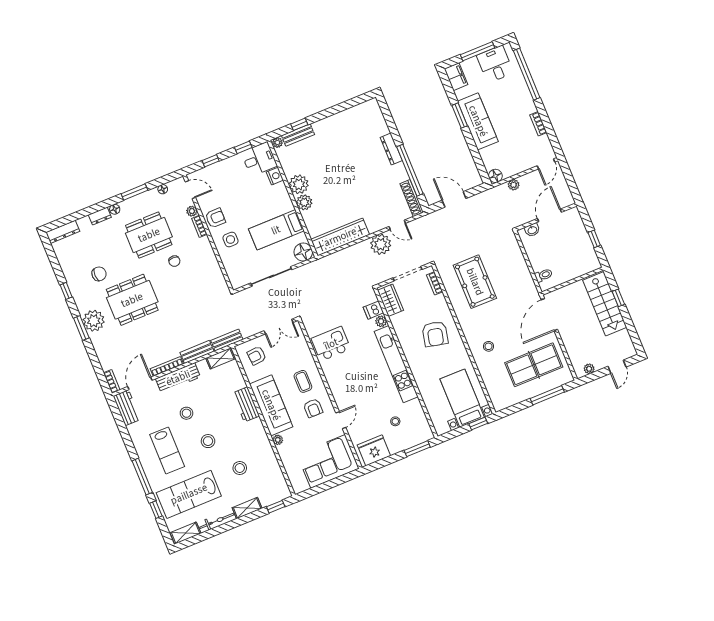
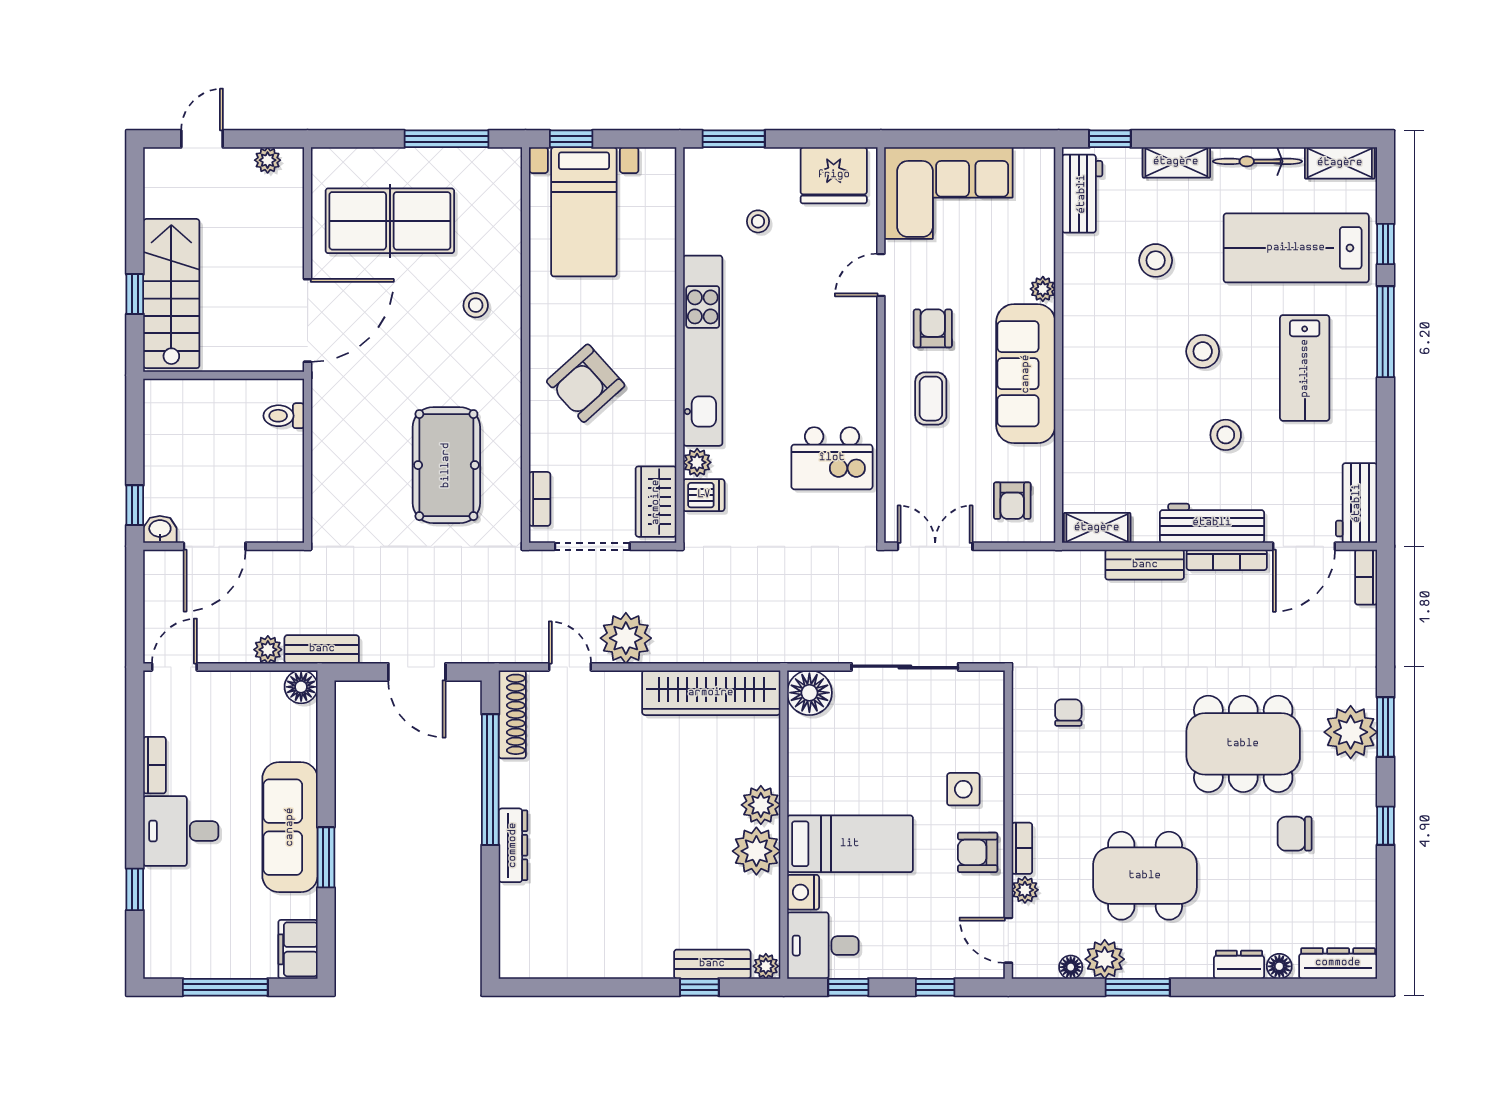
desk: (495, 64) -> (181, 831), moved, turned 90
window: (527, 74) -> (135, 889), width x0.32
plant: (151, 197) -> (1105, 959), added
floor lamp: (115, 209) -> (1279, 966), moved
bed: (276, 230) -> (850, 844), moved
washbasin: (532, 230) -> (160, 529), moved
window: (594, 239) -> (135, 505), moved
chair: (174, 261) -> (1068, 713), moved
armchair: (435, 334) -> (586, 383), turned -145
bench: (227, 340) -> (322, 649), moved
armchair: (257, 356) -> (1012, 501), turned 95
window: (547, 395) -> (447, 139), moved
workbench: (246, 404) -> (1082, 194), moved
lab bench: (167, 451) -> (1305, 368), turned 180
lab bench: (189, 494) -> (1296, 248), turned 180

